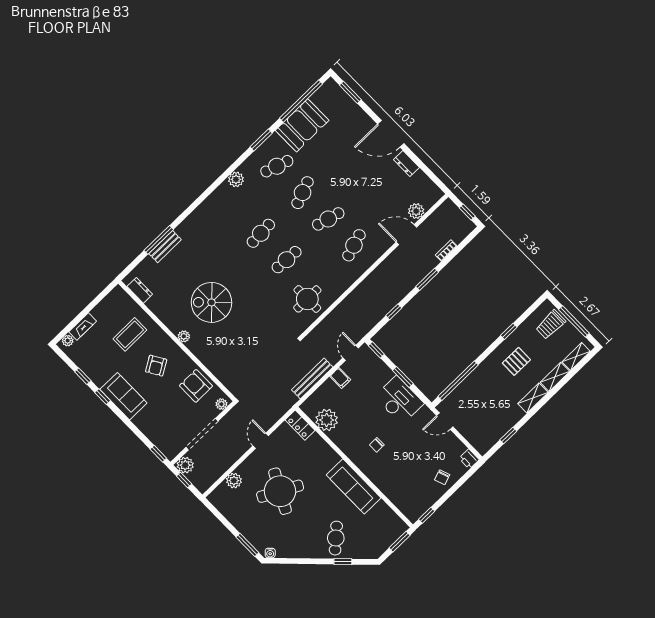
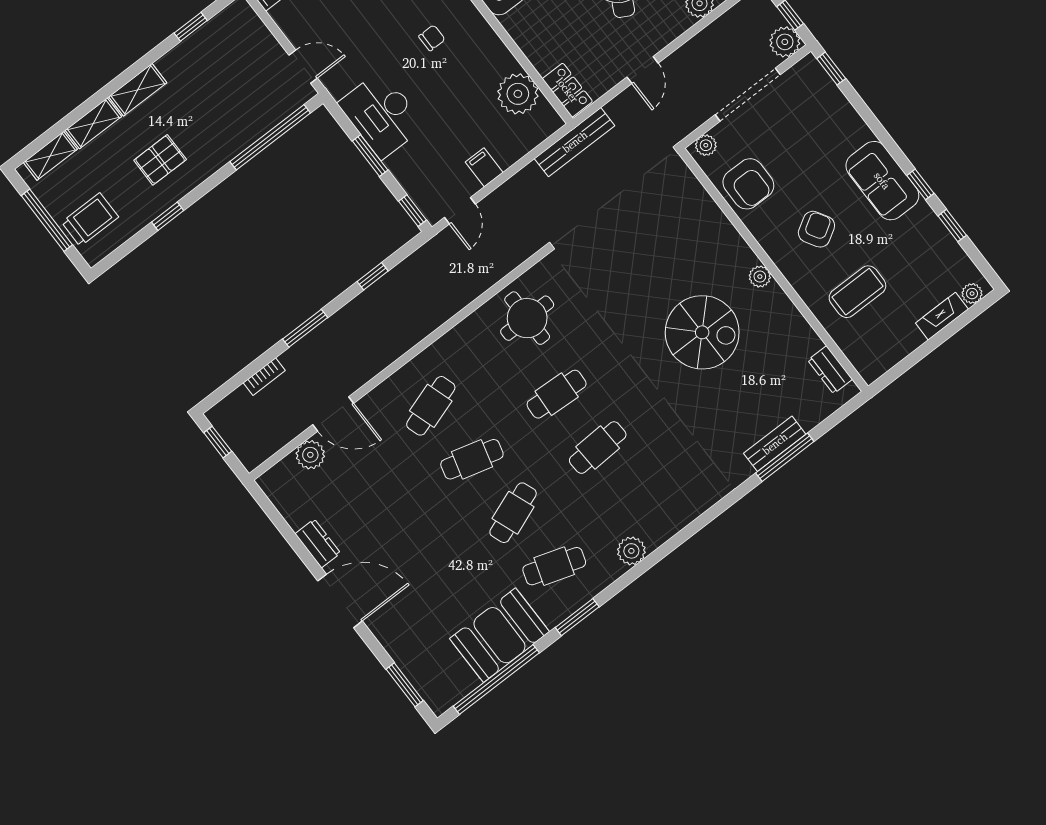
bench: (312, 378) -> (575, 142), moved

